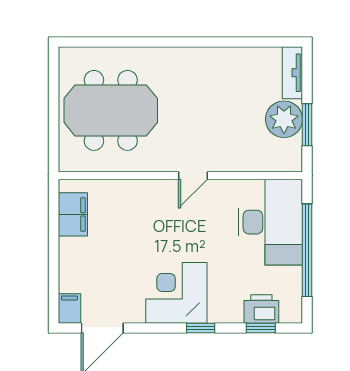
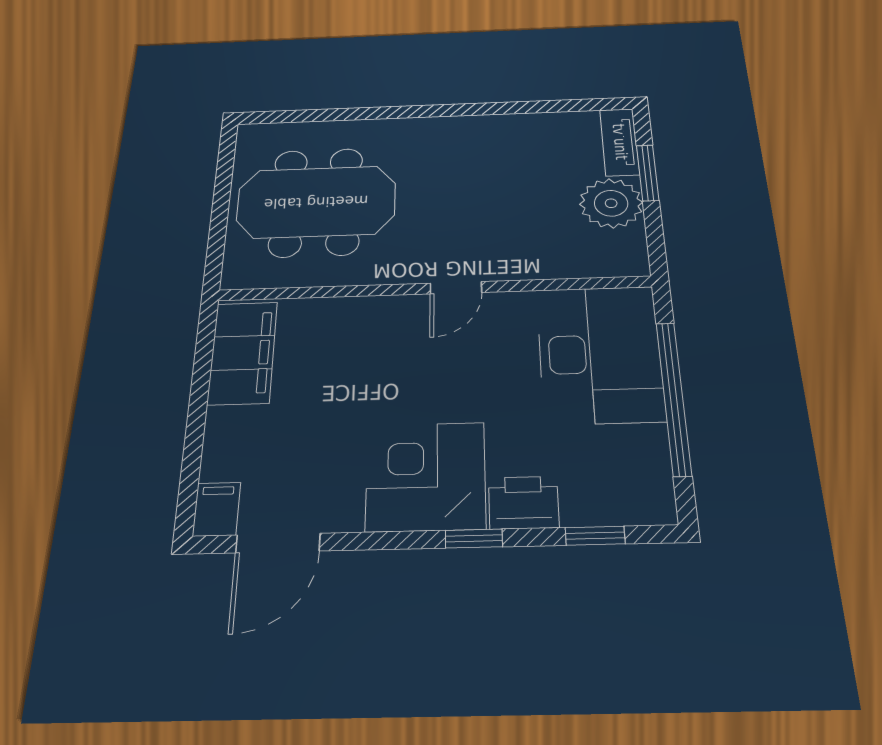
window: (307, 125) -> (648, 173), moved
filing cabinet: (73, 214) -> (243, 353), width x1.50, depth x1.17
printer: (261, 309) -> (524, 503), moved

